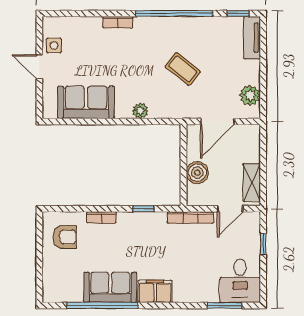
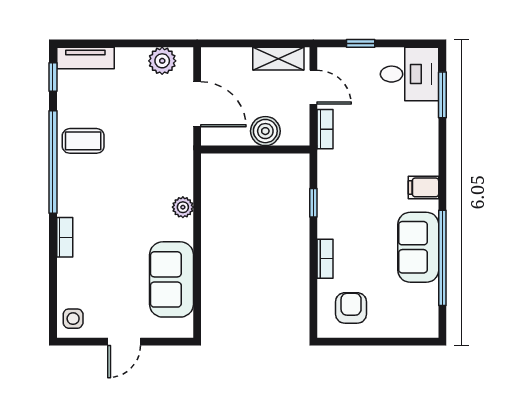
side table: (54, 45) -> (73, 319), moved
coffee table: (183, 69) -> (83, 141), moved, turned 51
bookcase: (190, 217) -> (325, 129), width x0.64
filing cabinet: (155, 291) -> (423, 187), width x0.50

